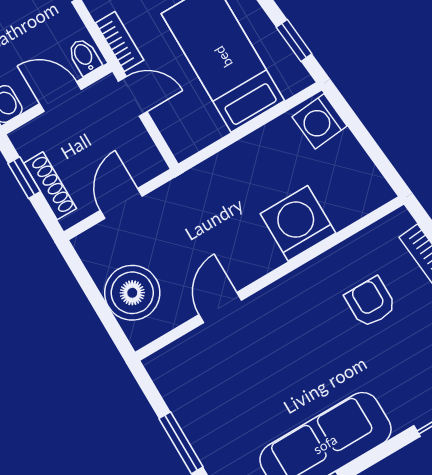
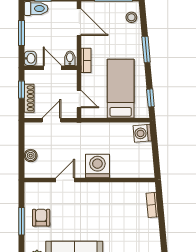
door: (133, 96) -> (79, 99), moved
washing machine: (298, 223) -> (97, 166), moved
boiler: (132, 293) -> (31, 156), width x0.54, depth x0.54
armchair: (371, 302) -> (41, 218), moved

